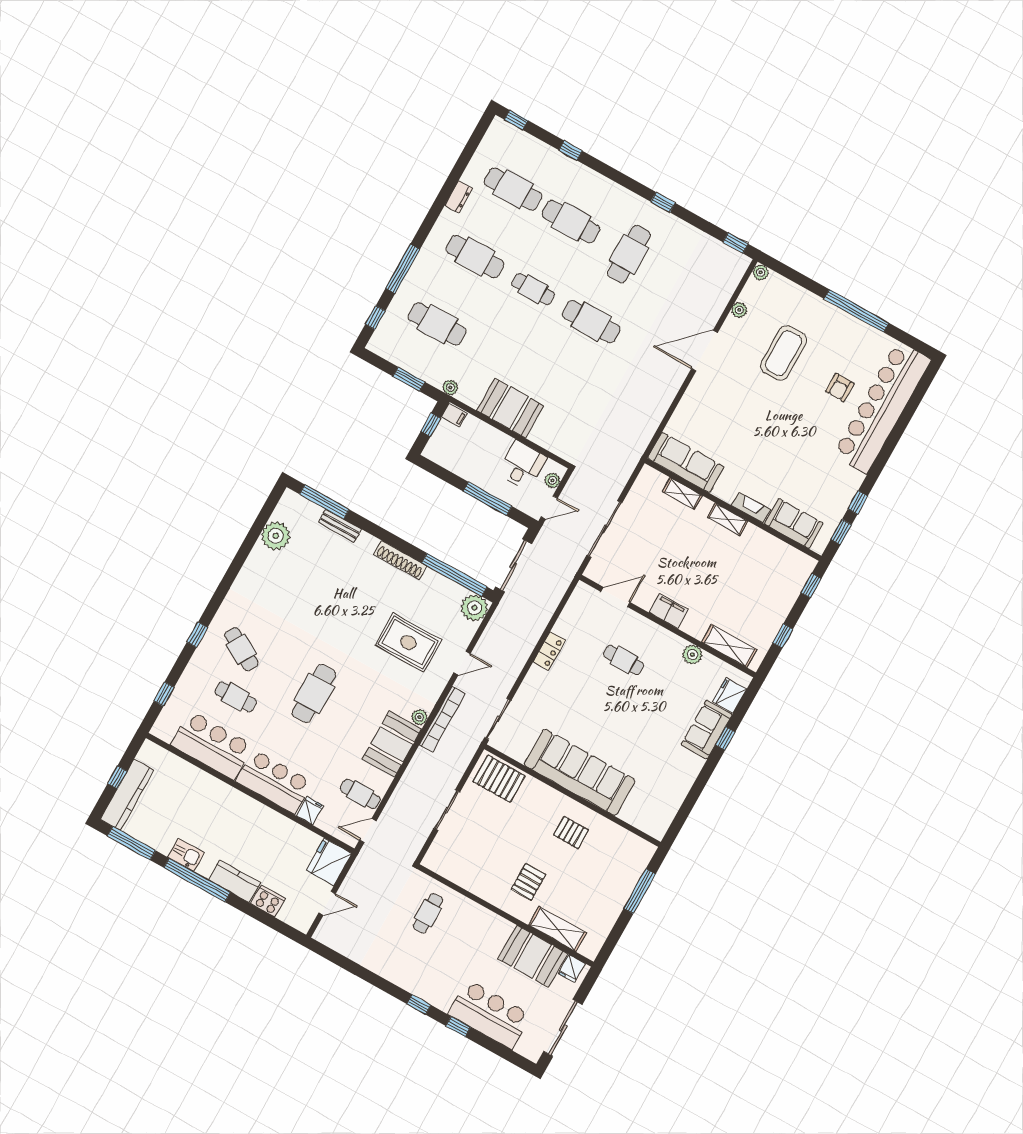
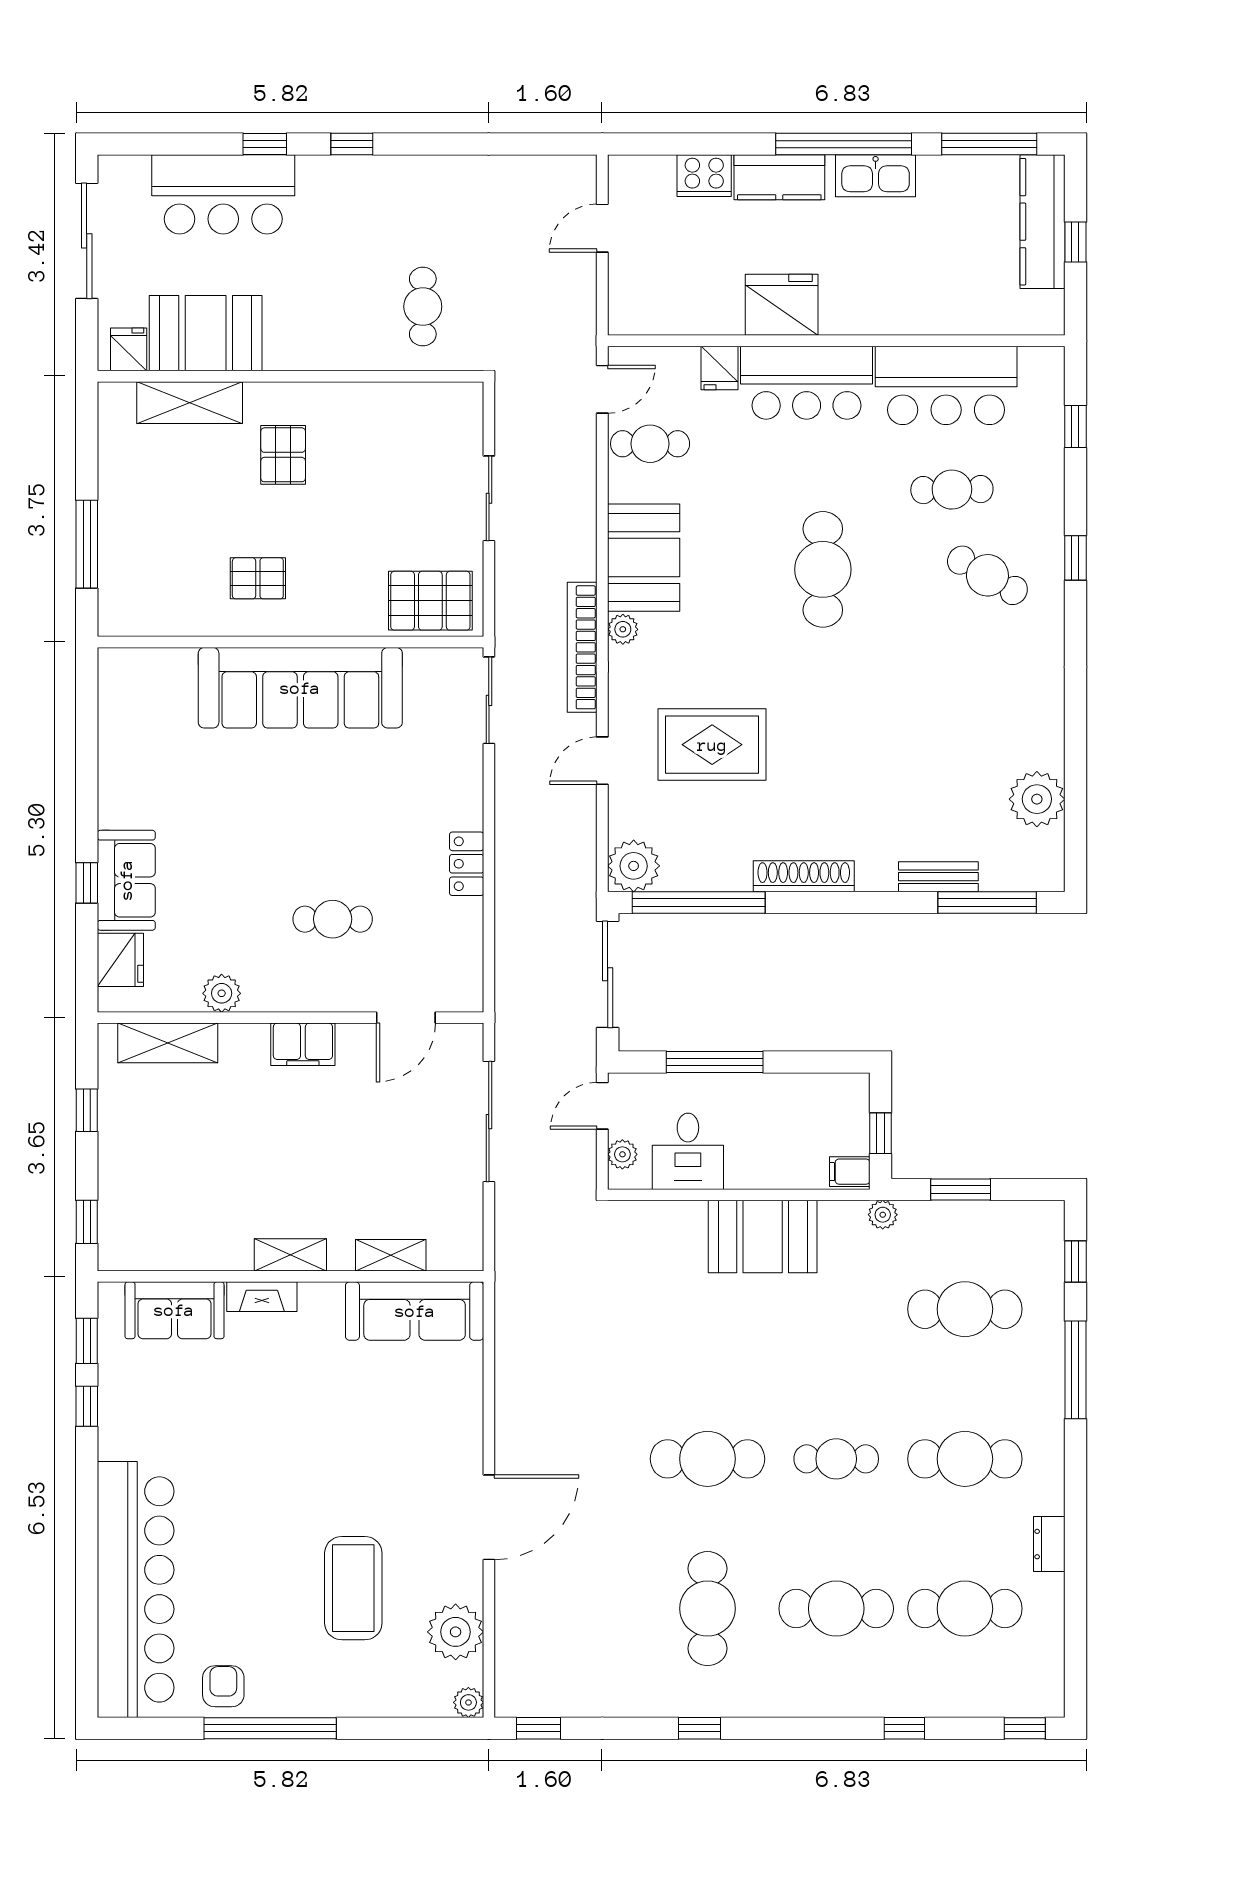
plant: (739, 310) -> (456, 1632), width x1.88, depth x1.88
armchair: (840, 387) -> (223, 1686), moved
kitchen sink: (186, 855) -> (876, 176), width x1.38
fridge: (329, 862) -> (782, 305), moved, turned -90

